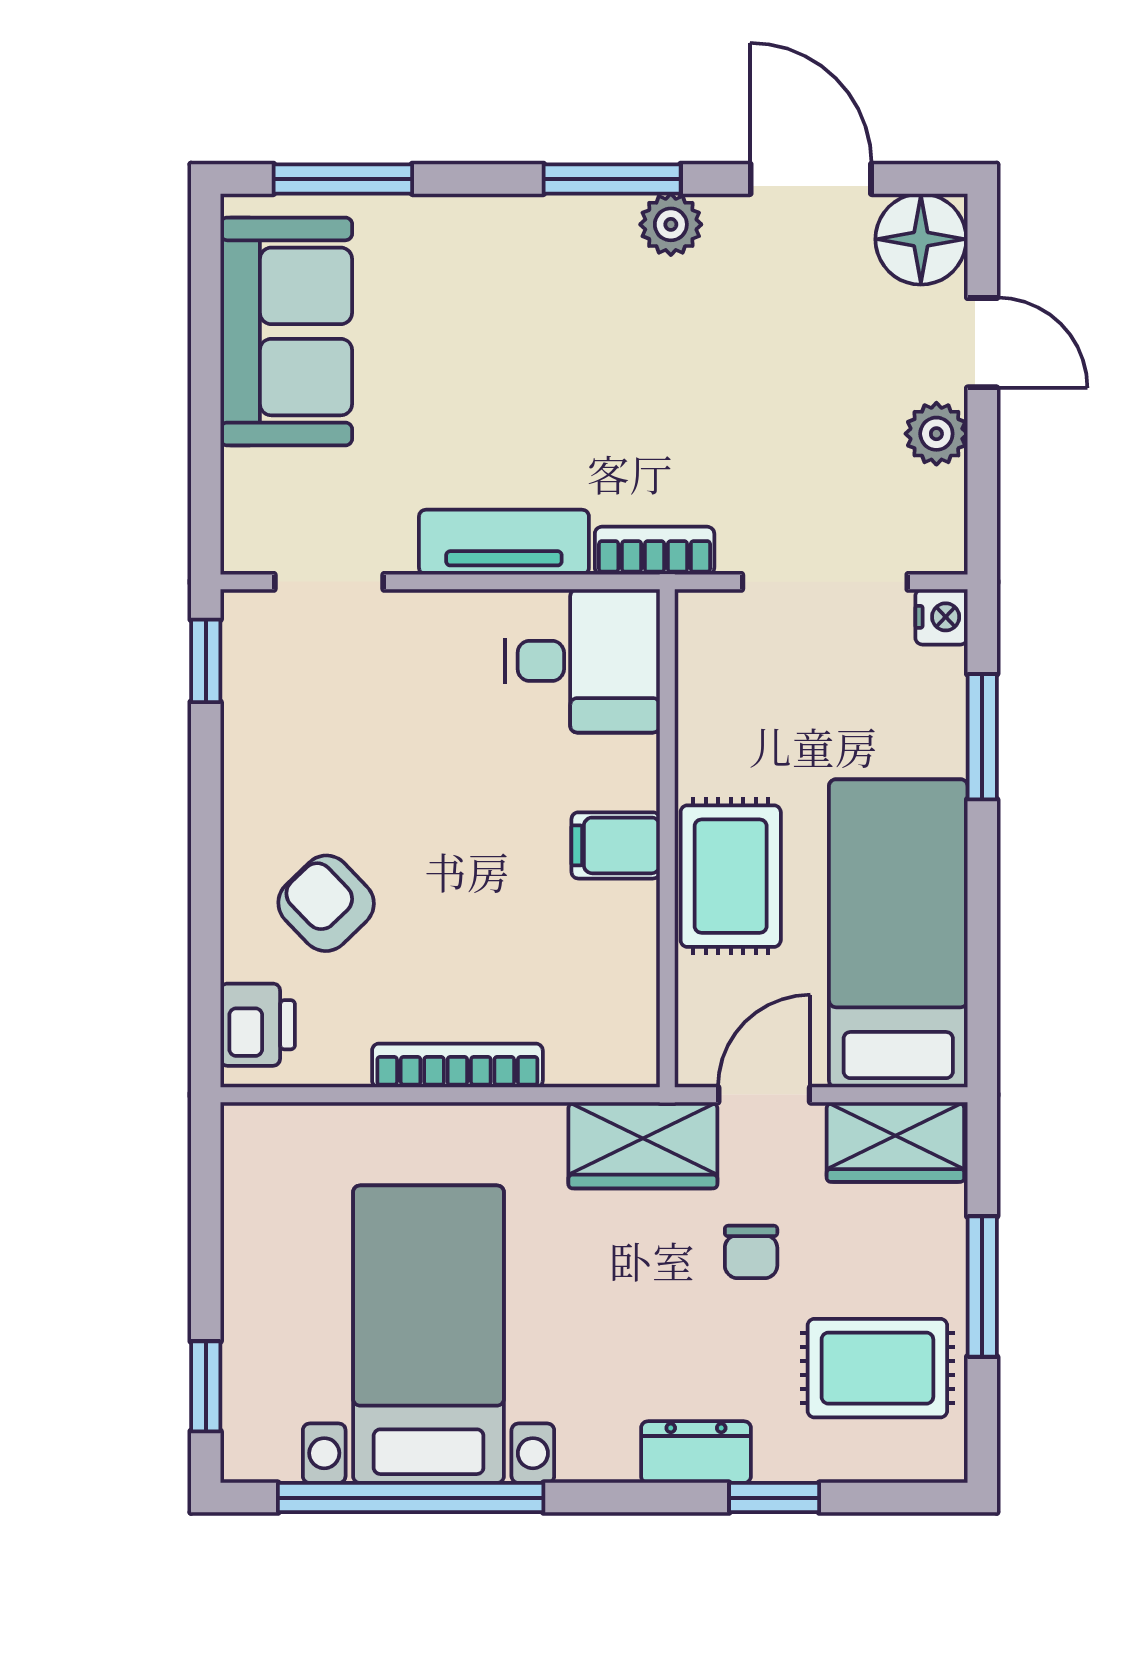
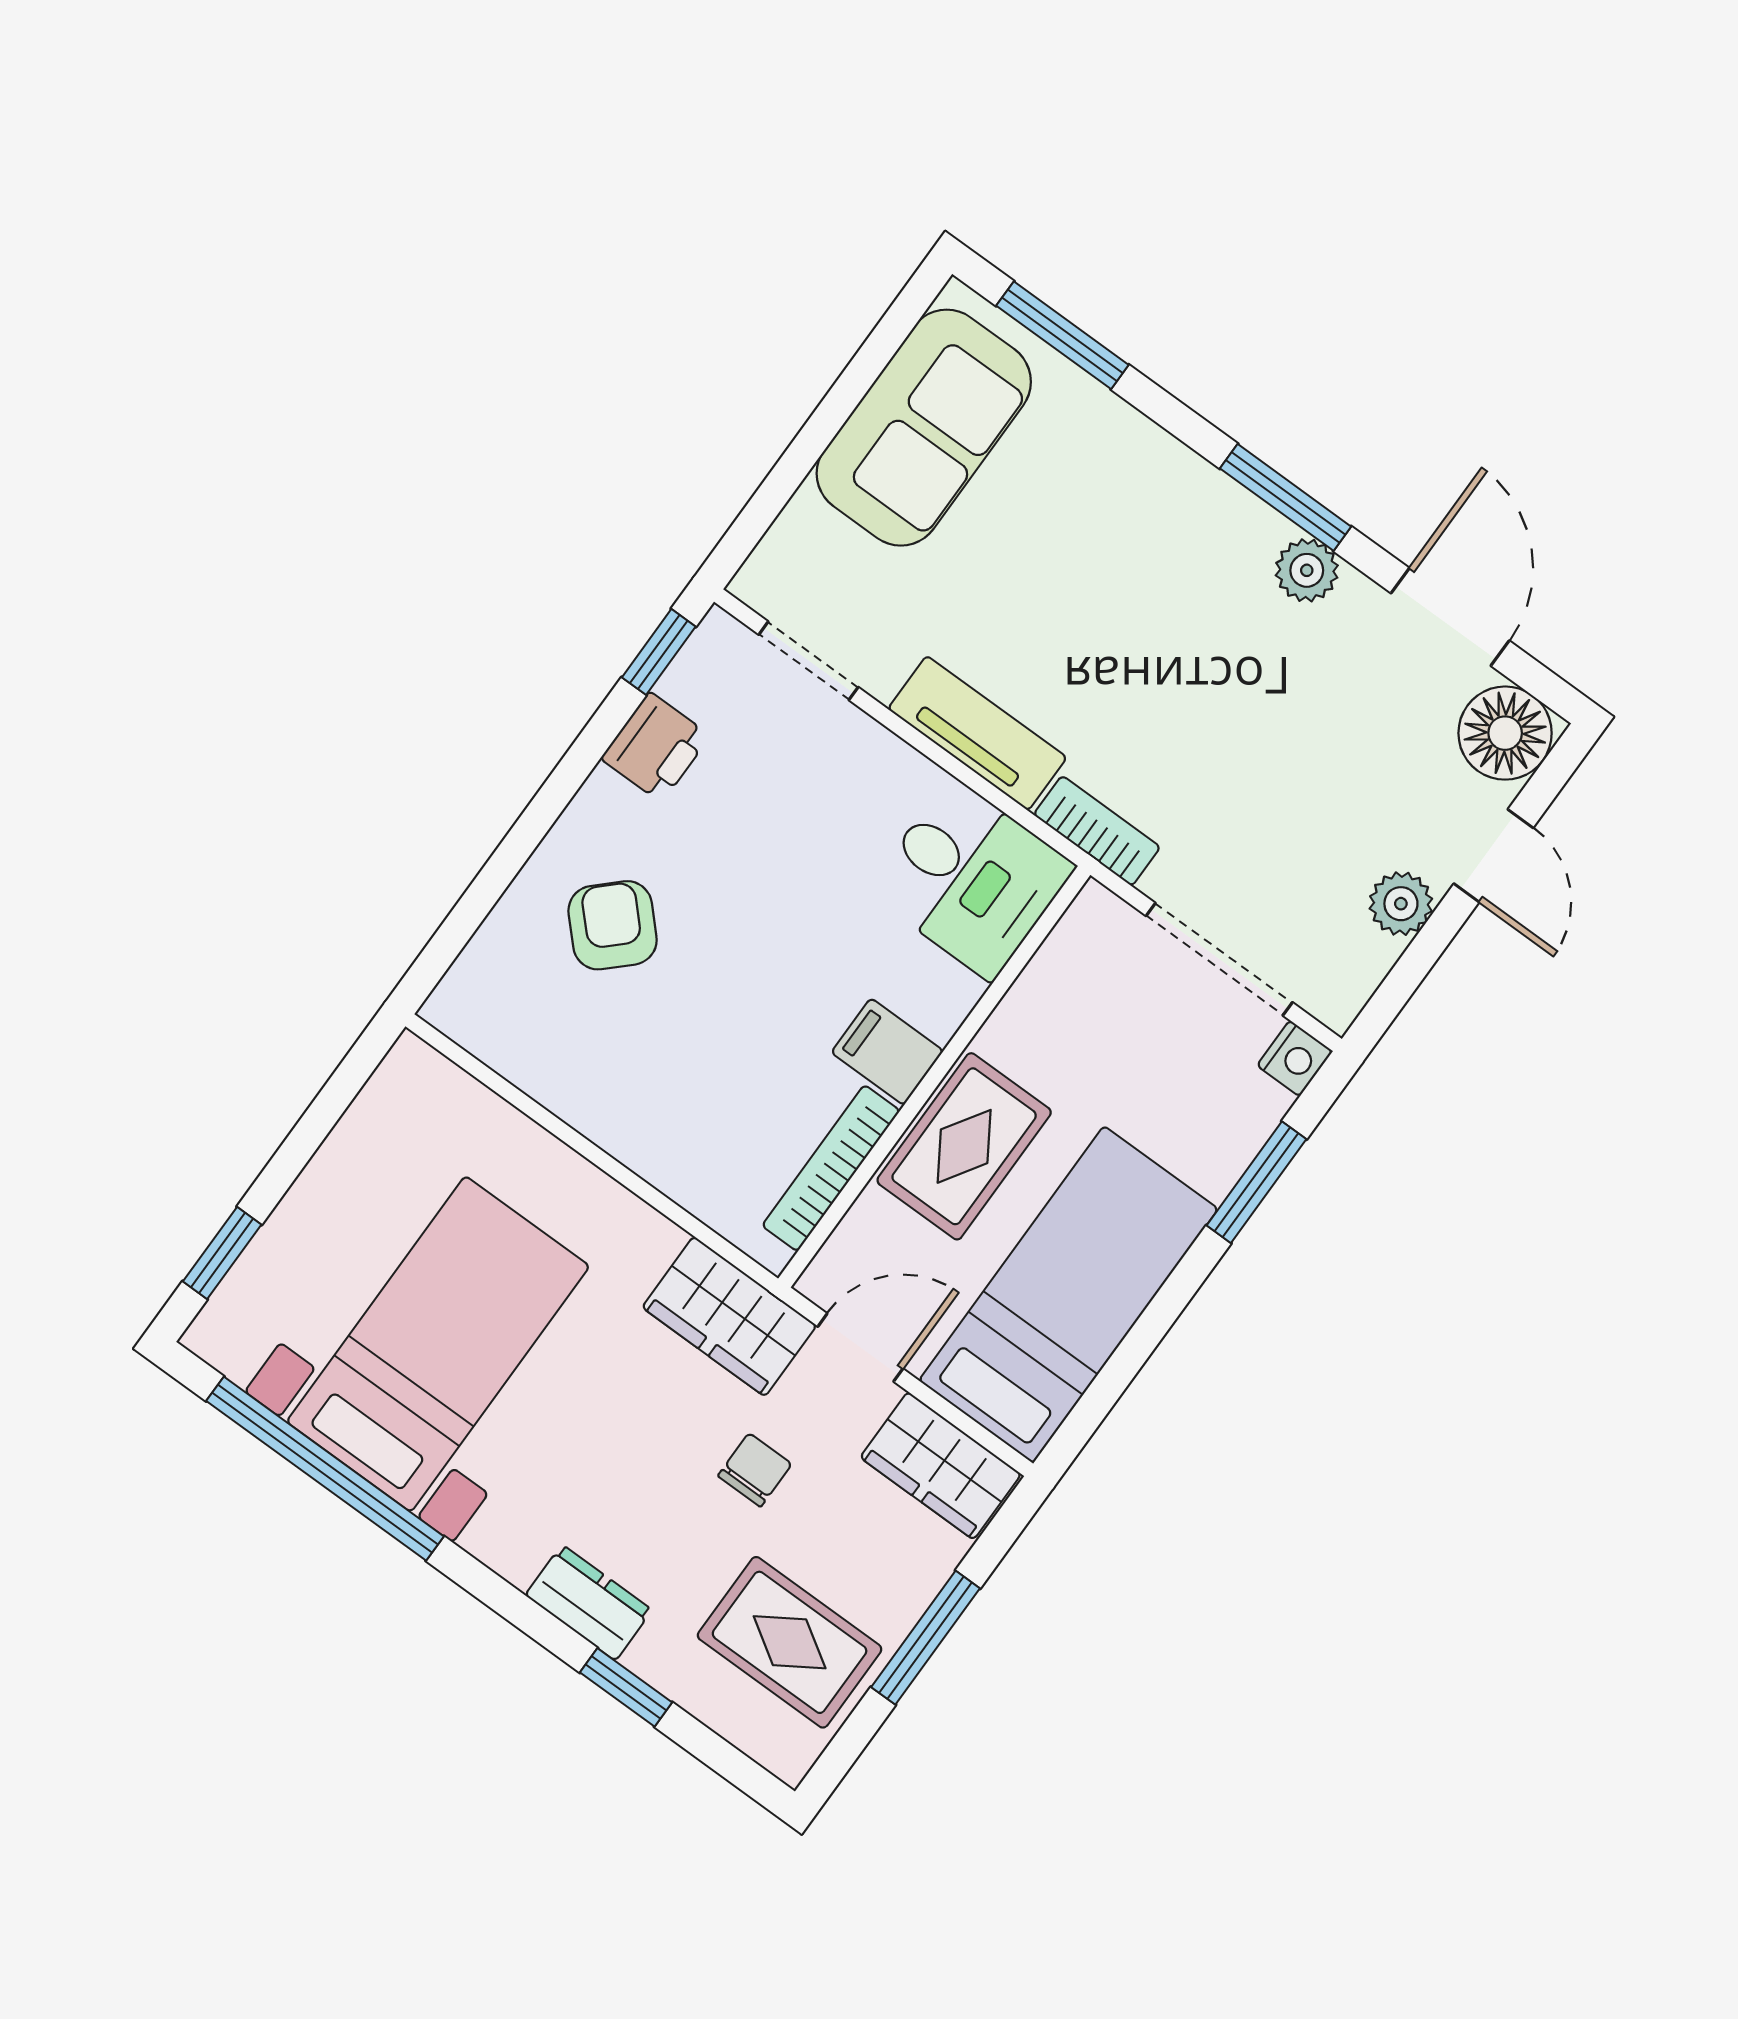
printer: (258, 1025) -> (655, 747), moved
bookcase: (457, 1065) -> (831, 1168), moved, turned -90
chair: (751, 1252) -> (755, 1470), turned 180

